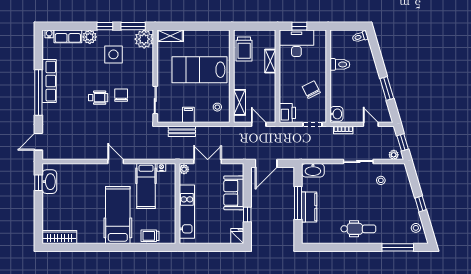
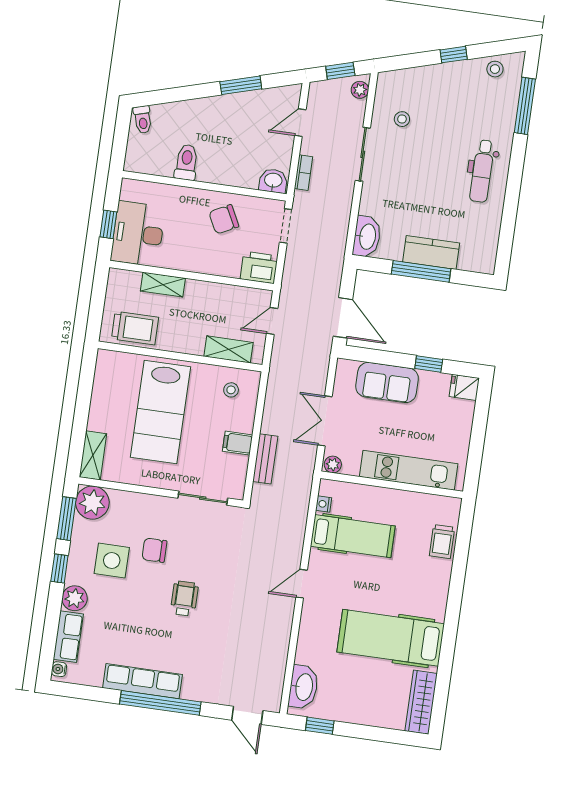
chair: (121, 95) -> (154, 550), moved
washbasin: (49, 182) -> (303, 687), moved, turned 90
hospital bed: (118, 215) -> (391, 638), moved
dental chair: (358, 229) -> (482, 171), turned 180

